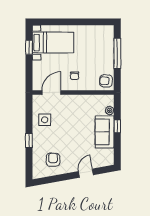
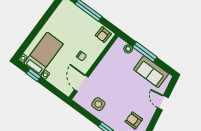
window: (117, 126) -> (145, 52), width x2.17
sofa: (105, 132) -> (151, 72), moved

